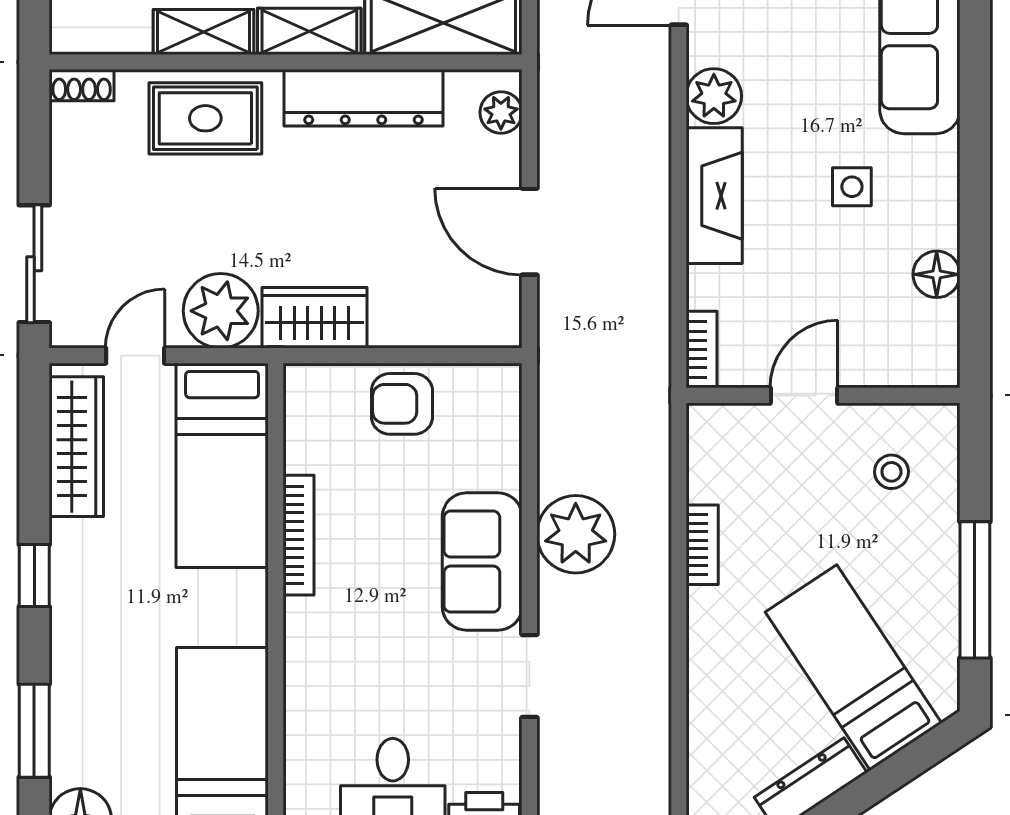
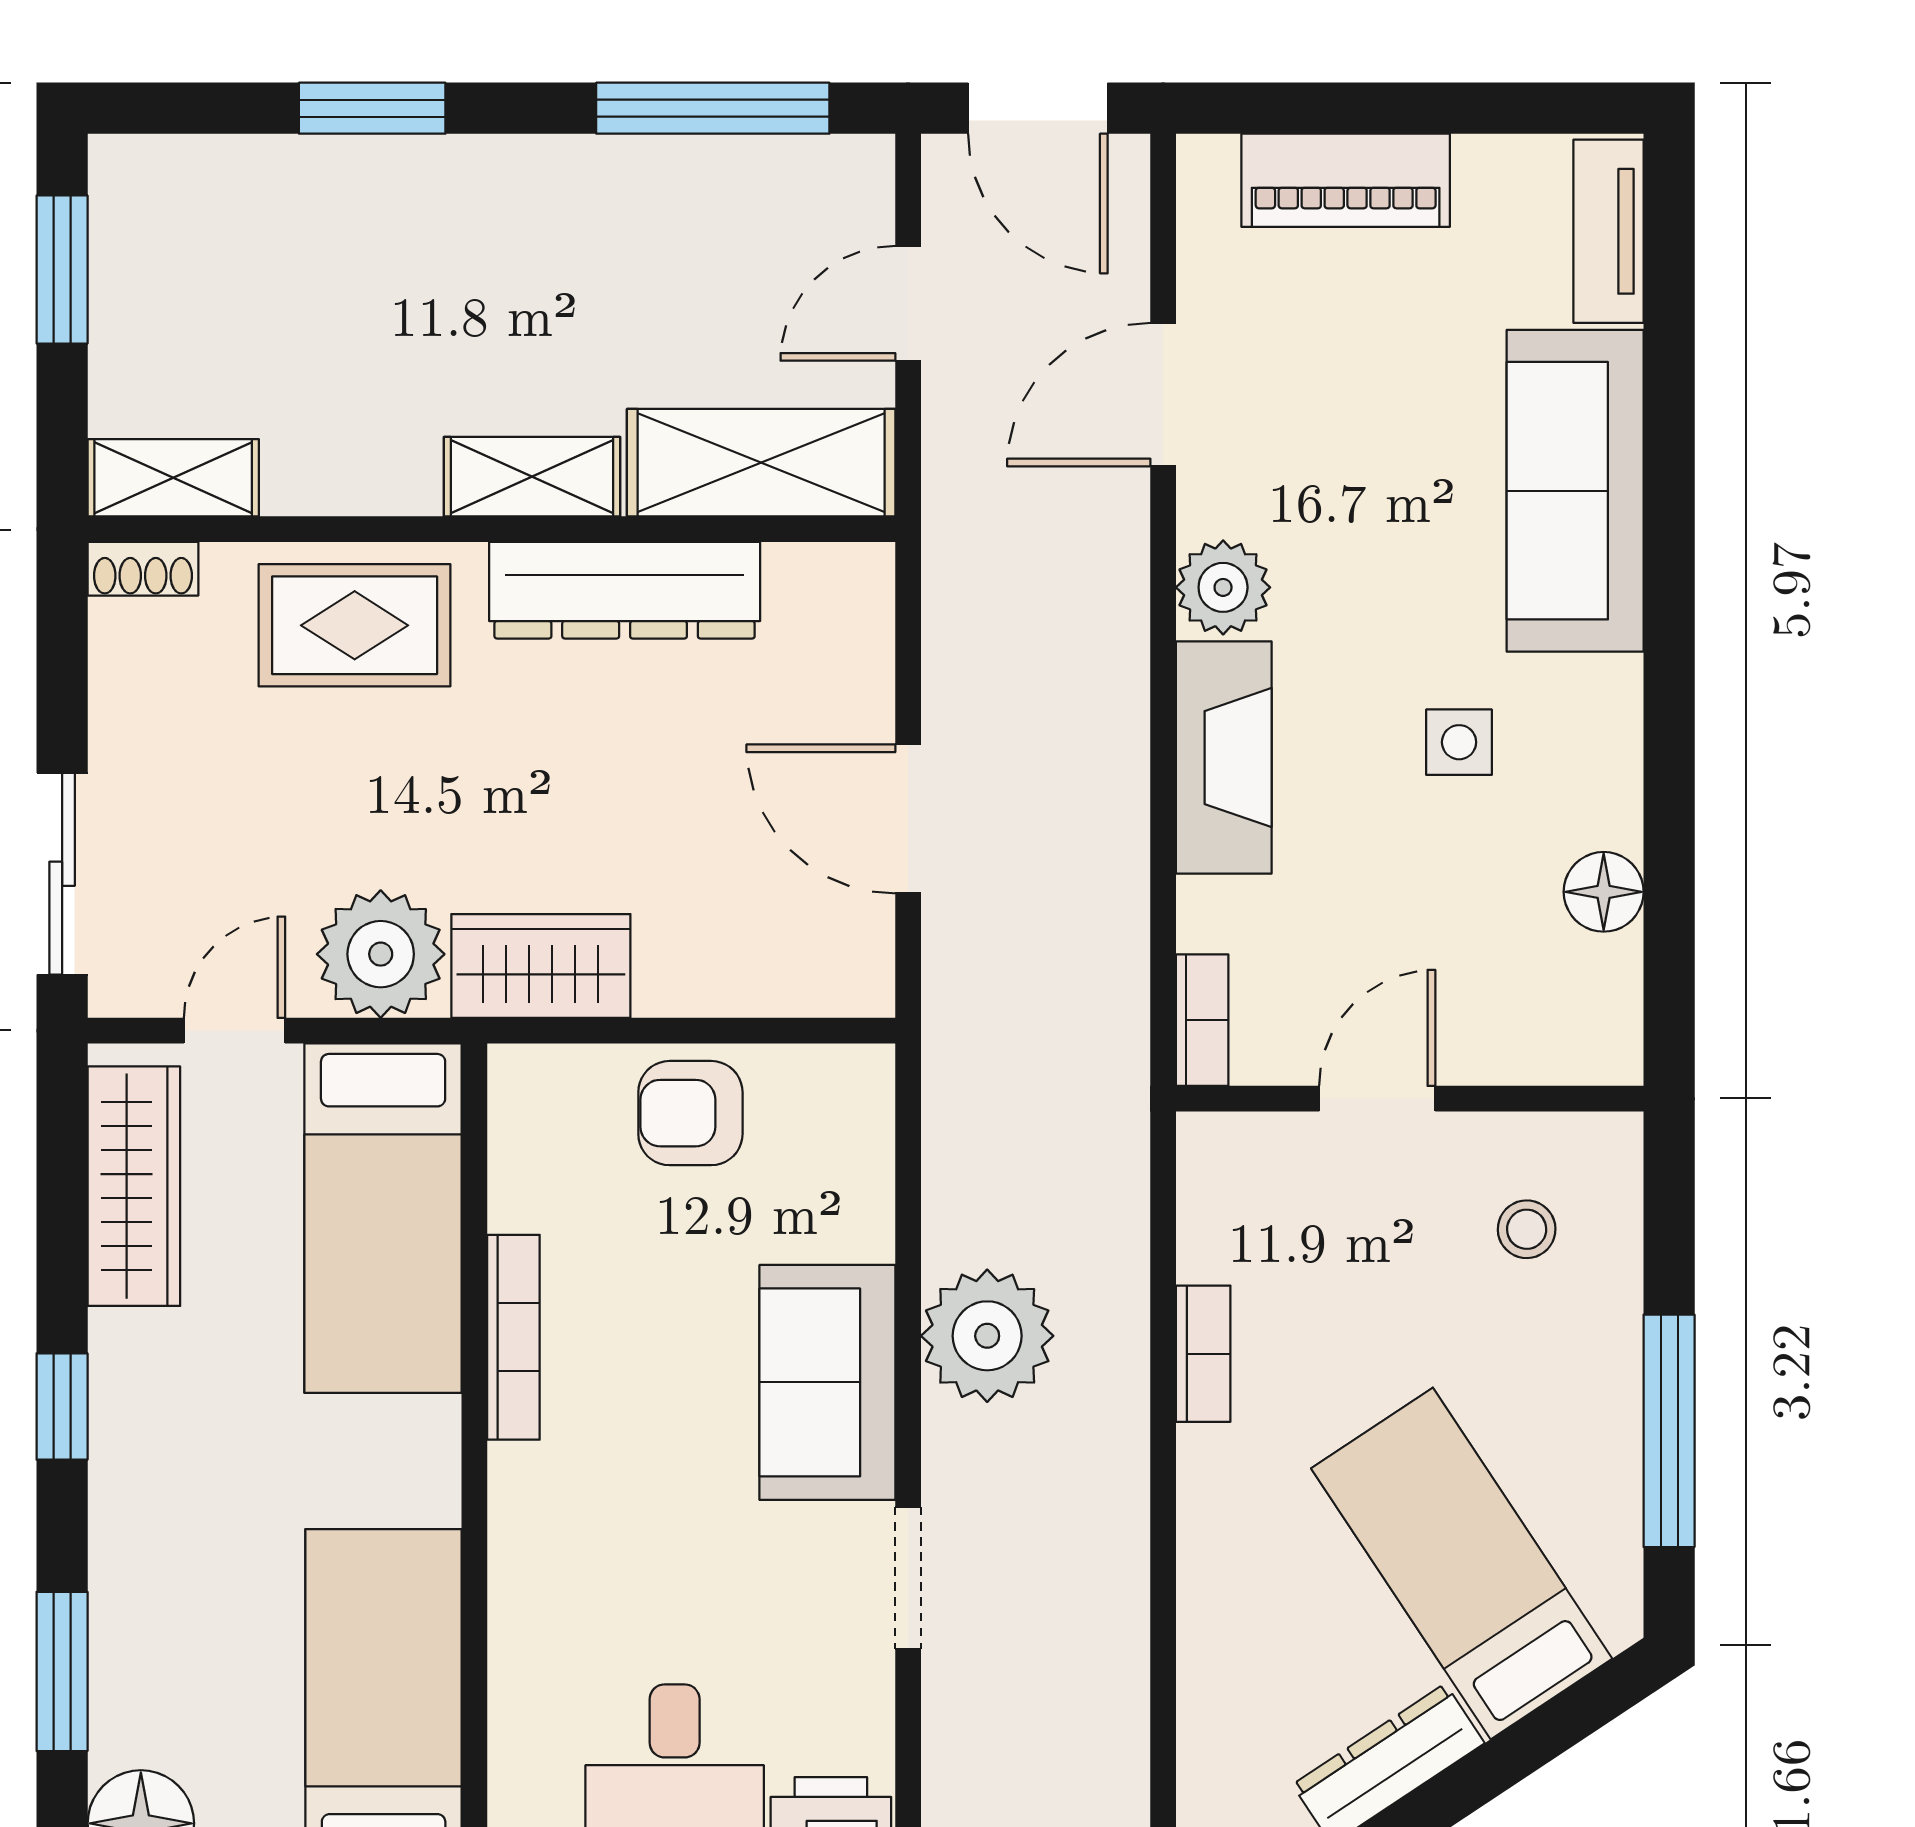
shelving: (204, 32) -> (173, 478), moved
plant: (501, 112) -> (860, 615), removed

